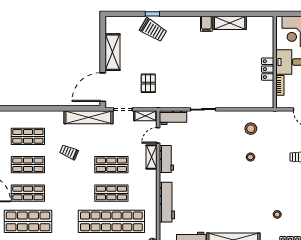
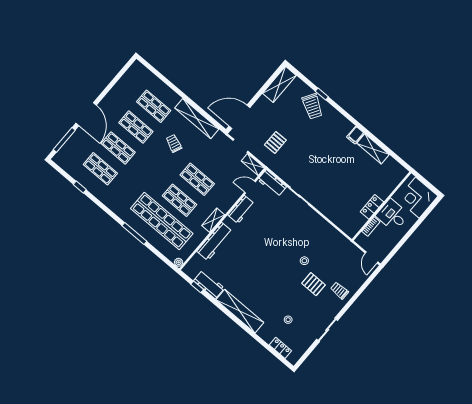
shelving: (112, 52) -> (279, 84), moved
shelving: (88, 117) -> (197, 119), moved
stool: (251, 129) -> (322, 240), removed
shelving: (151, 157) -> (213, 220), moved
pallet: (273, 169) -> (313, 284), added
shop shelf: (28, 221) -> (100, 169), width x0.70, depth x0.74

